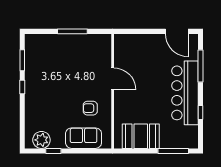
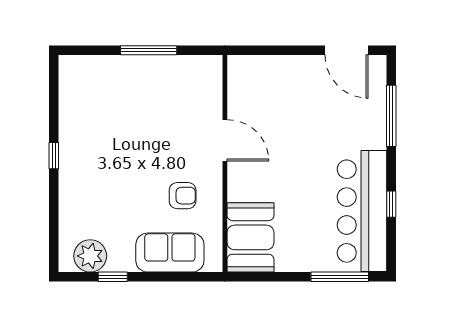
window: (22, 60) -> (54, 105), removed
bar counter: (185, 93) -> (362, 211), moved
armchair: (90, 108) -> (183, 196), turned 180
booth: (141, 136) -> (250, 237), moved, turned 90

